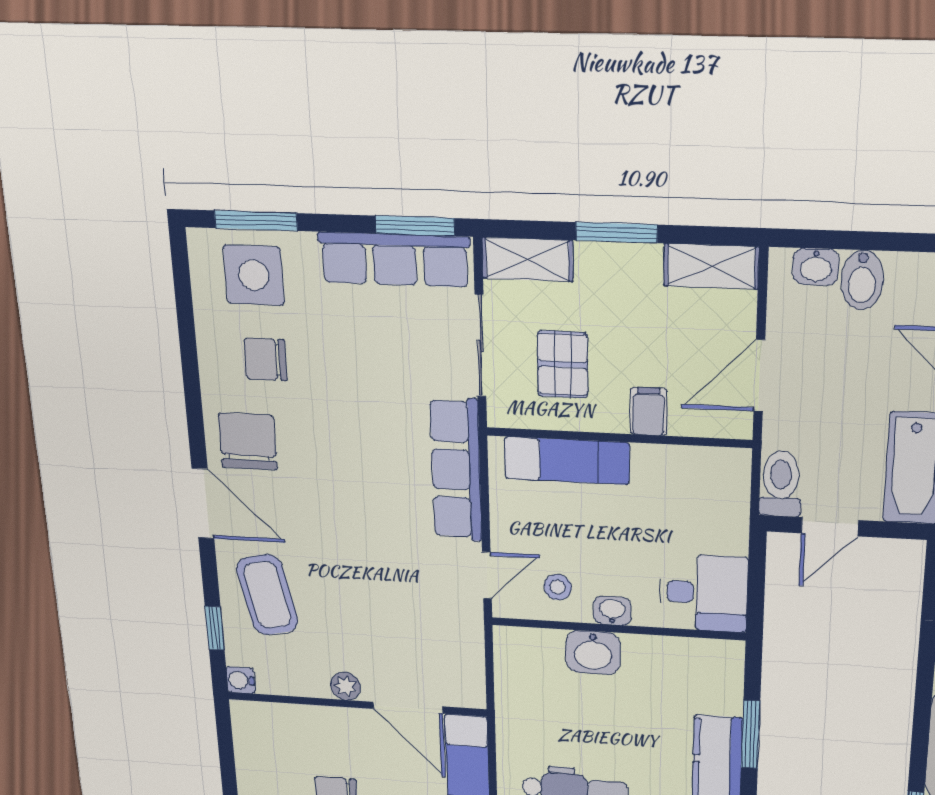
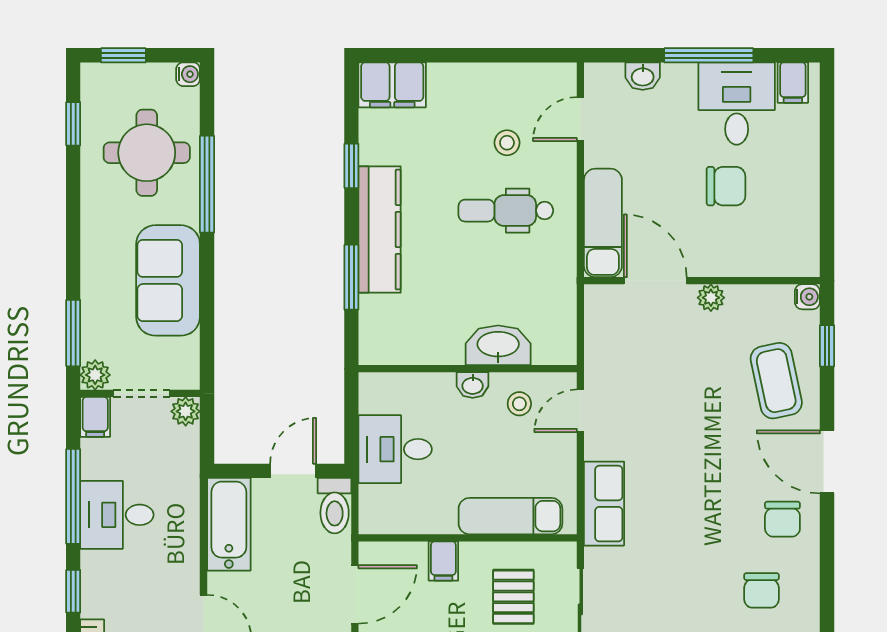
chair: (265, 359) -> (762, 590), turned 90
chair: (248, 441) -> (782, 519), width x0.73, depth x0.73
row of seats: (456, 470) -> (604, 504), width x0.68
desk: (704, 593) -> (395, 449), moved
washbasin: (593, 652) -> (498, 345), width x1.38

